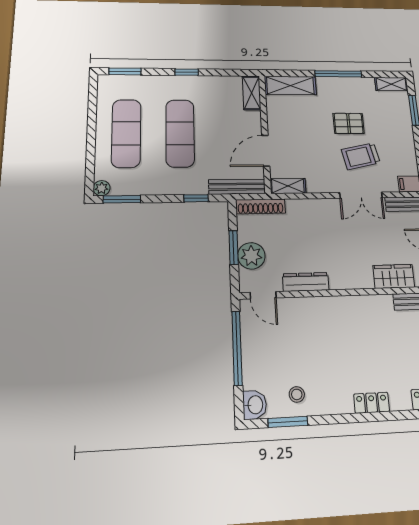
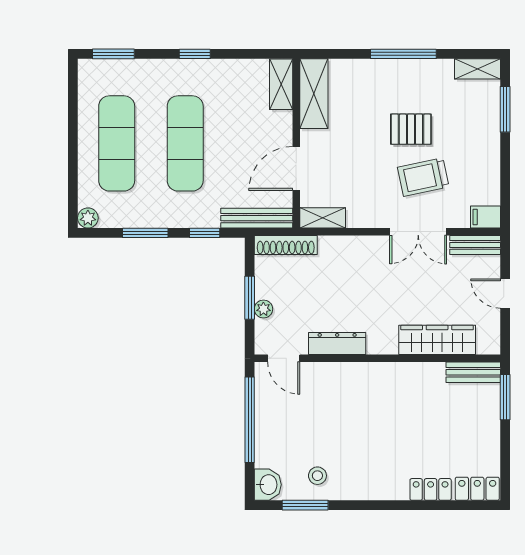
shelving: (290, 86) -> (314, 94), moved, turned 90
window: (122, 199) -> (145, 233), moved
plant: (251, 256) -> (263, 309), width x0.53, depth x0.53
wardrobe: (394, 276) -> (437, 340), width x1.50
locker: (372, 403) -> (431, 489), moved

